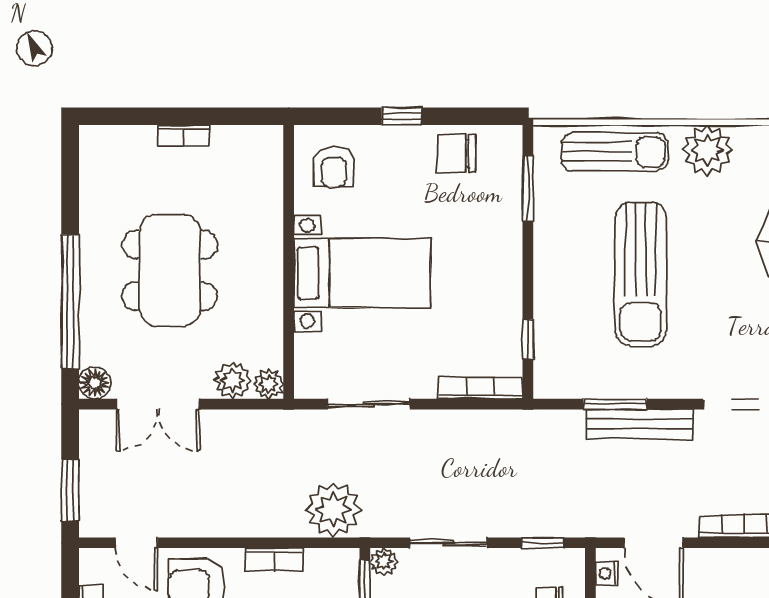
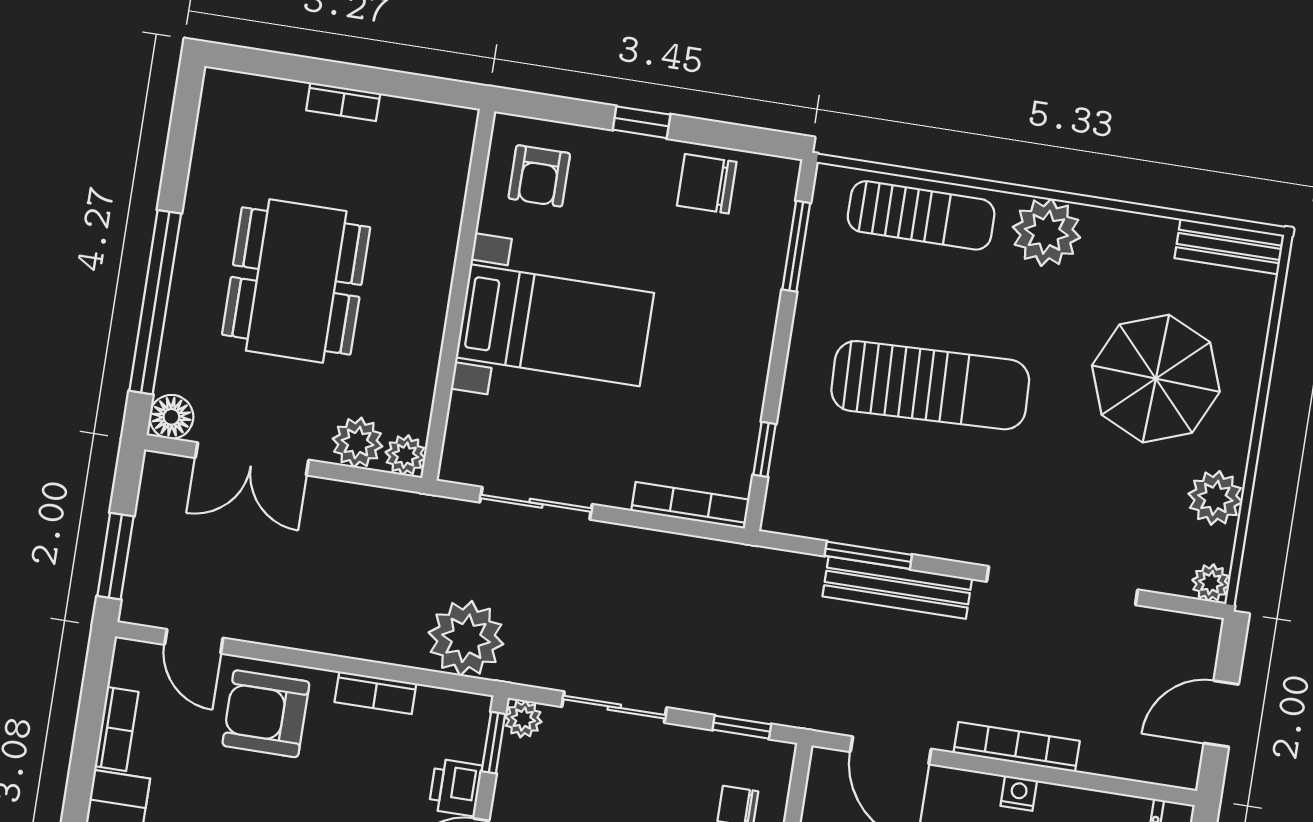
sun lounger: (641, 274) -> (930, 385), turned -92
nightstand: (607, 574) -> (1019, 793), moved, turned 90

